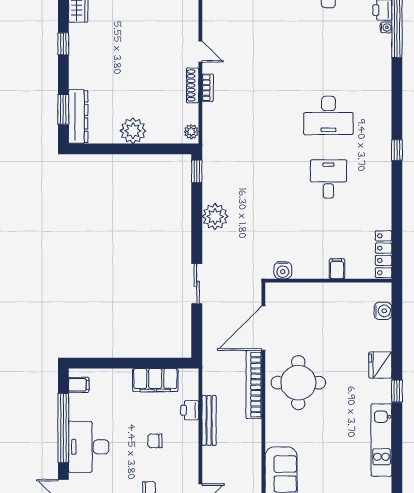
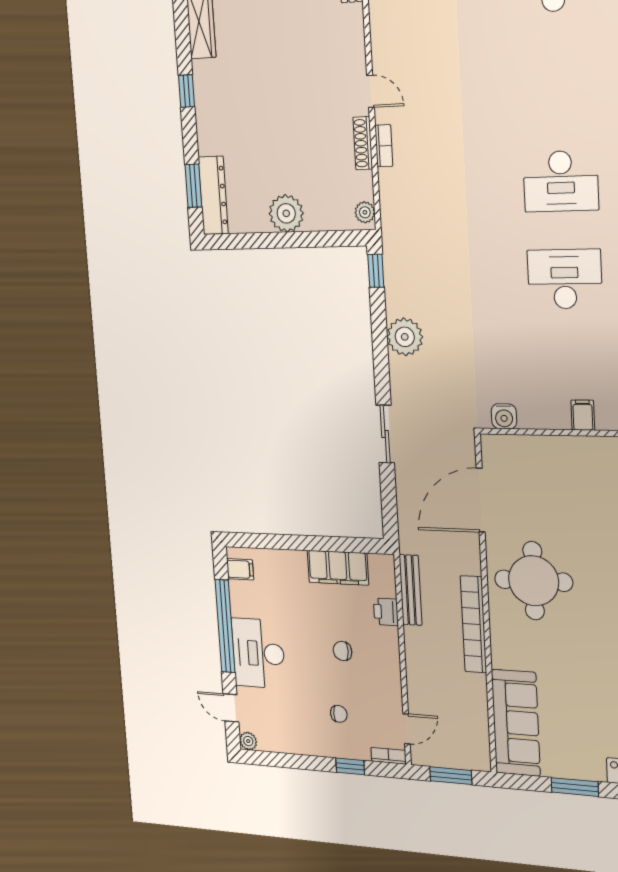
desk: (328, 179) -> (565, 279), width x1.37
bookcase: (254, 385) -> (474, 624), moved
bench: (209, 420) -> (410, 590), moved

